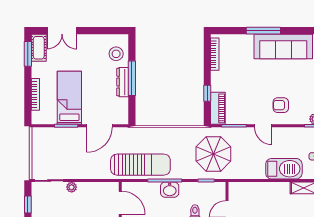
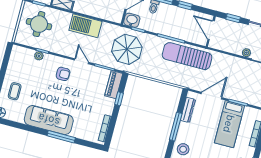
dresser: (123, 82) -> (188, 110), moved
barbecue: (284, 169) -> (85, 26), moved
washbasin: (170, 190) -> (132, 20), moved

